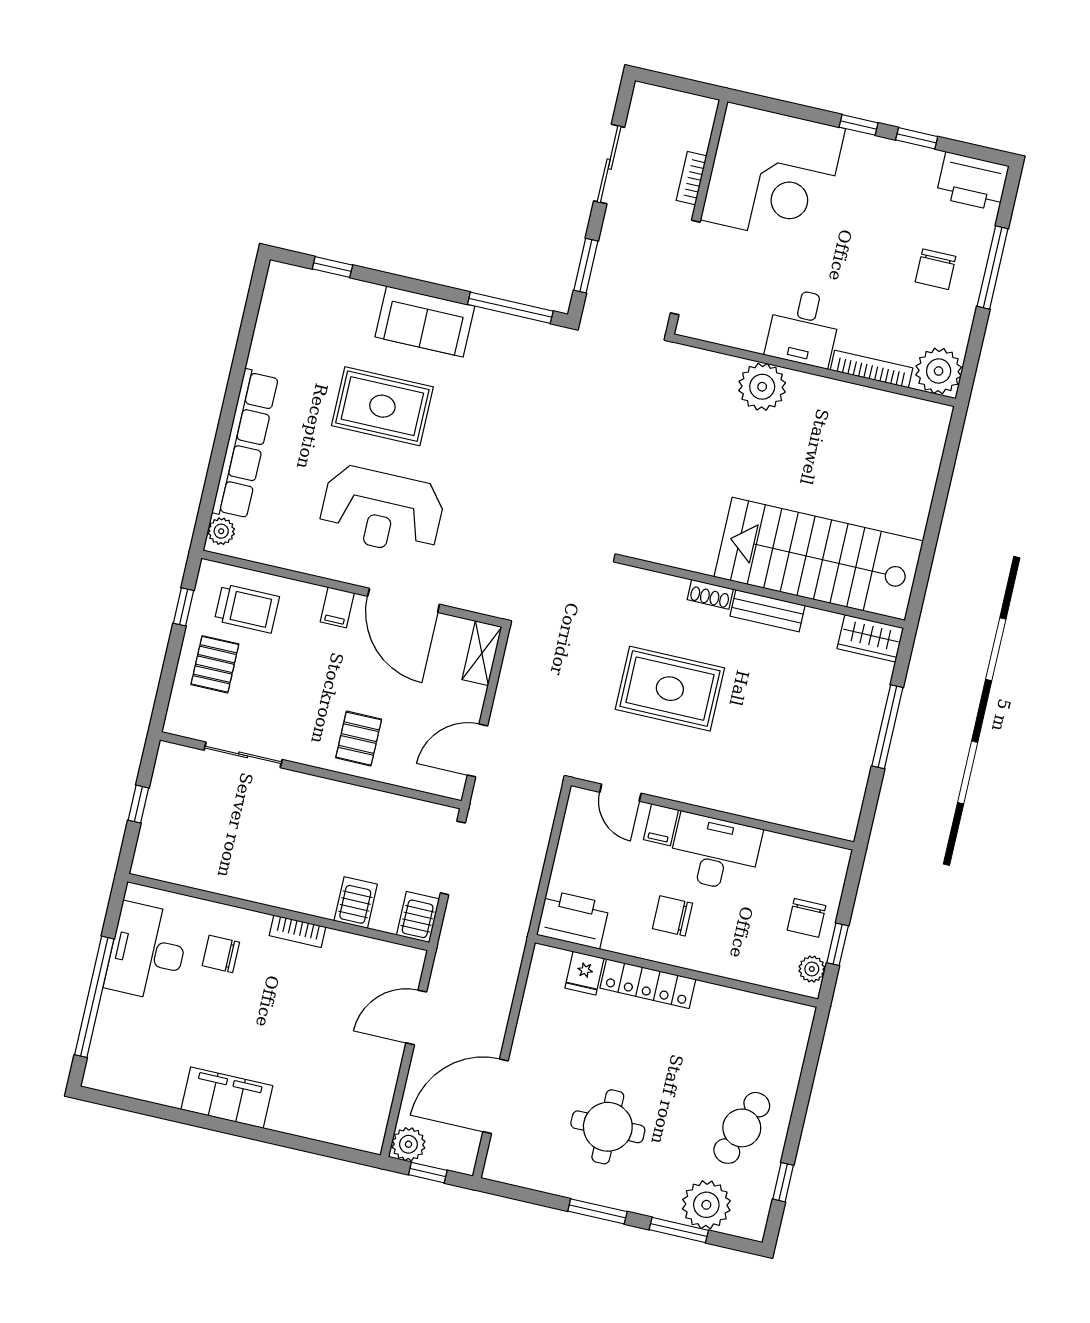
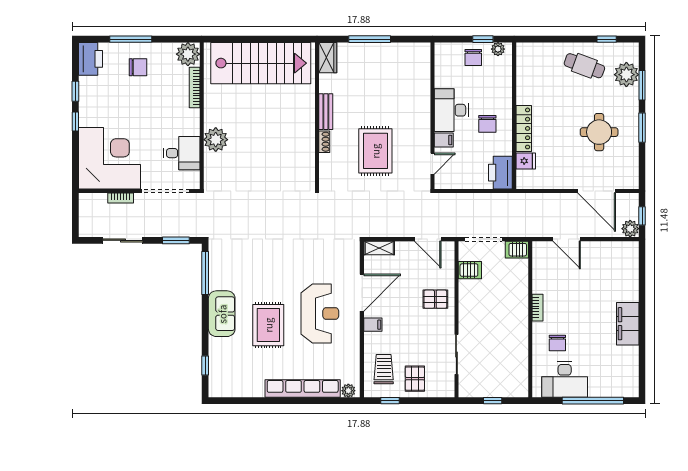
desk: (804, 328) -> (182, 153), moved
stairs: (819, 559) -> (261, 63), moved, turned -90
pallet: (215, 664) -> (415, 379), turned 90
server rack: (356, 903) -> (470, 270), moved, turned 180
chair: (806, 918) -> (473, 58), turned 90

